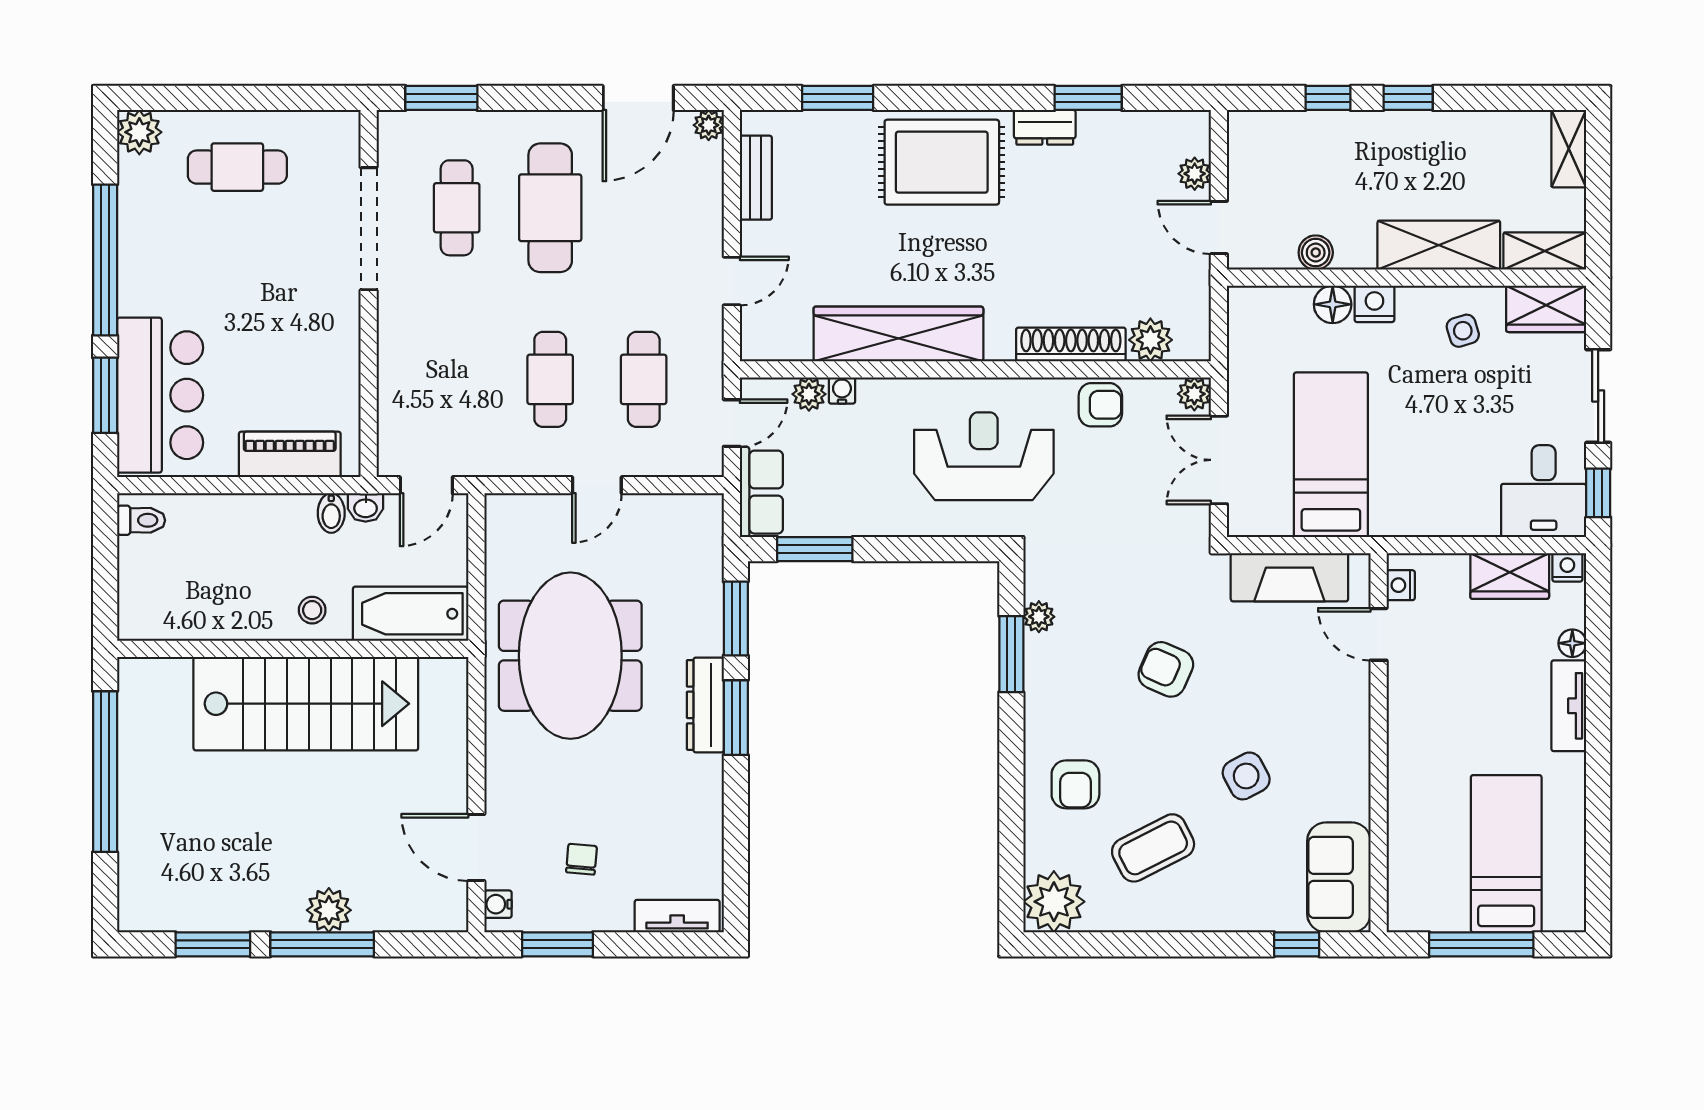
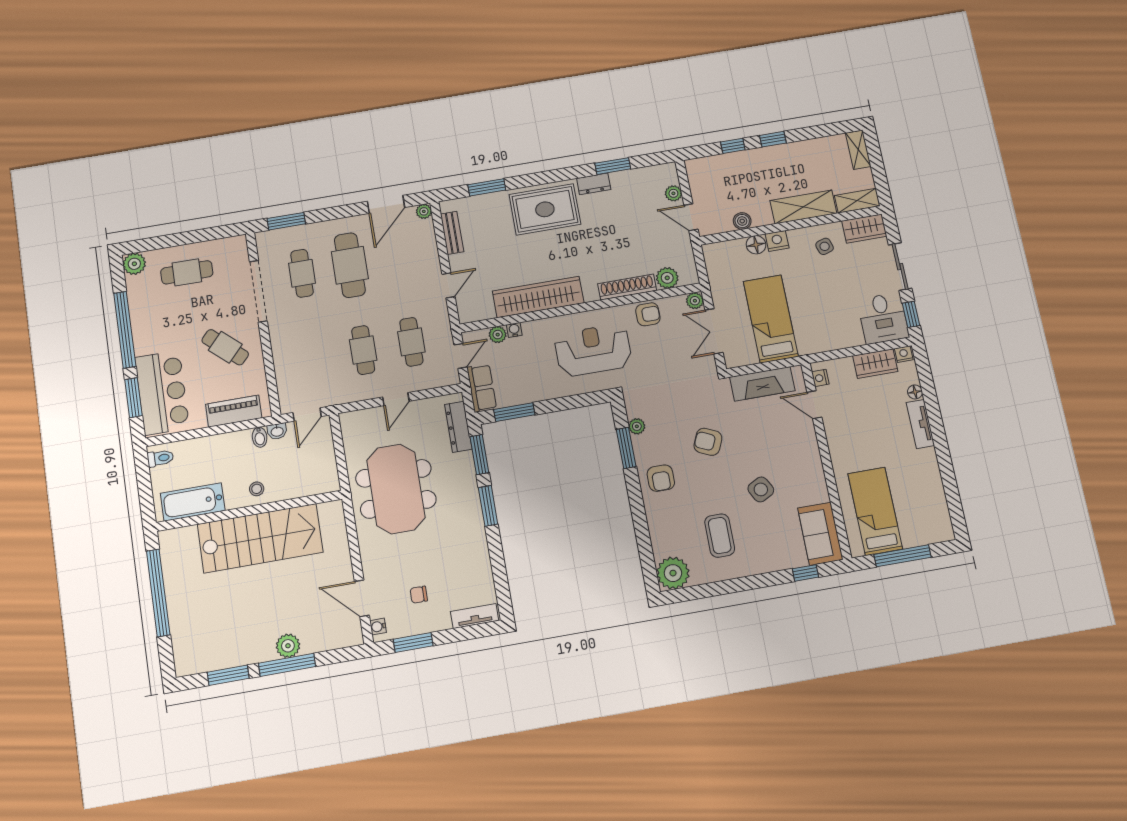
cafe table: (291, 328) -> (225, 347), added
bathtub: (411, 614) -> (193, 502), moved
dresser: (705, 705) -> (458, 427), moved
armchair: (1075, 784) -> (661, 478), moved
coffee table: (1153, 848) -> (720, 536), turned -63
bed: (1506, 854) -> (875, 511), moved
chair: (581, 859) -> (419, 595), turned -95

